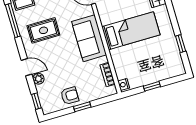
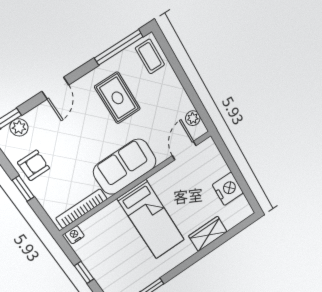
bookcase: (108, 75) -> (82, 209), width x1.56
plant: (38, 79) -> (19, 127), moved
armchair: (70, 96) -> (34, 165), turned -90

